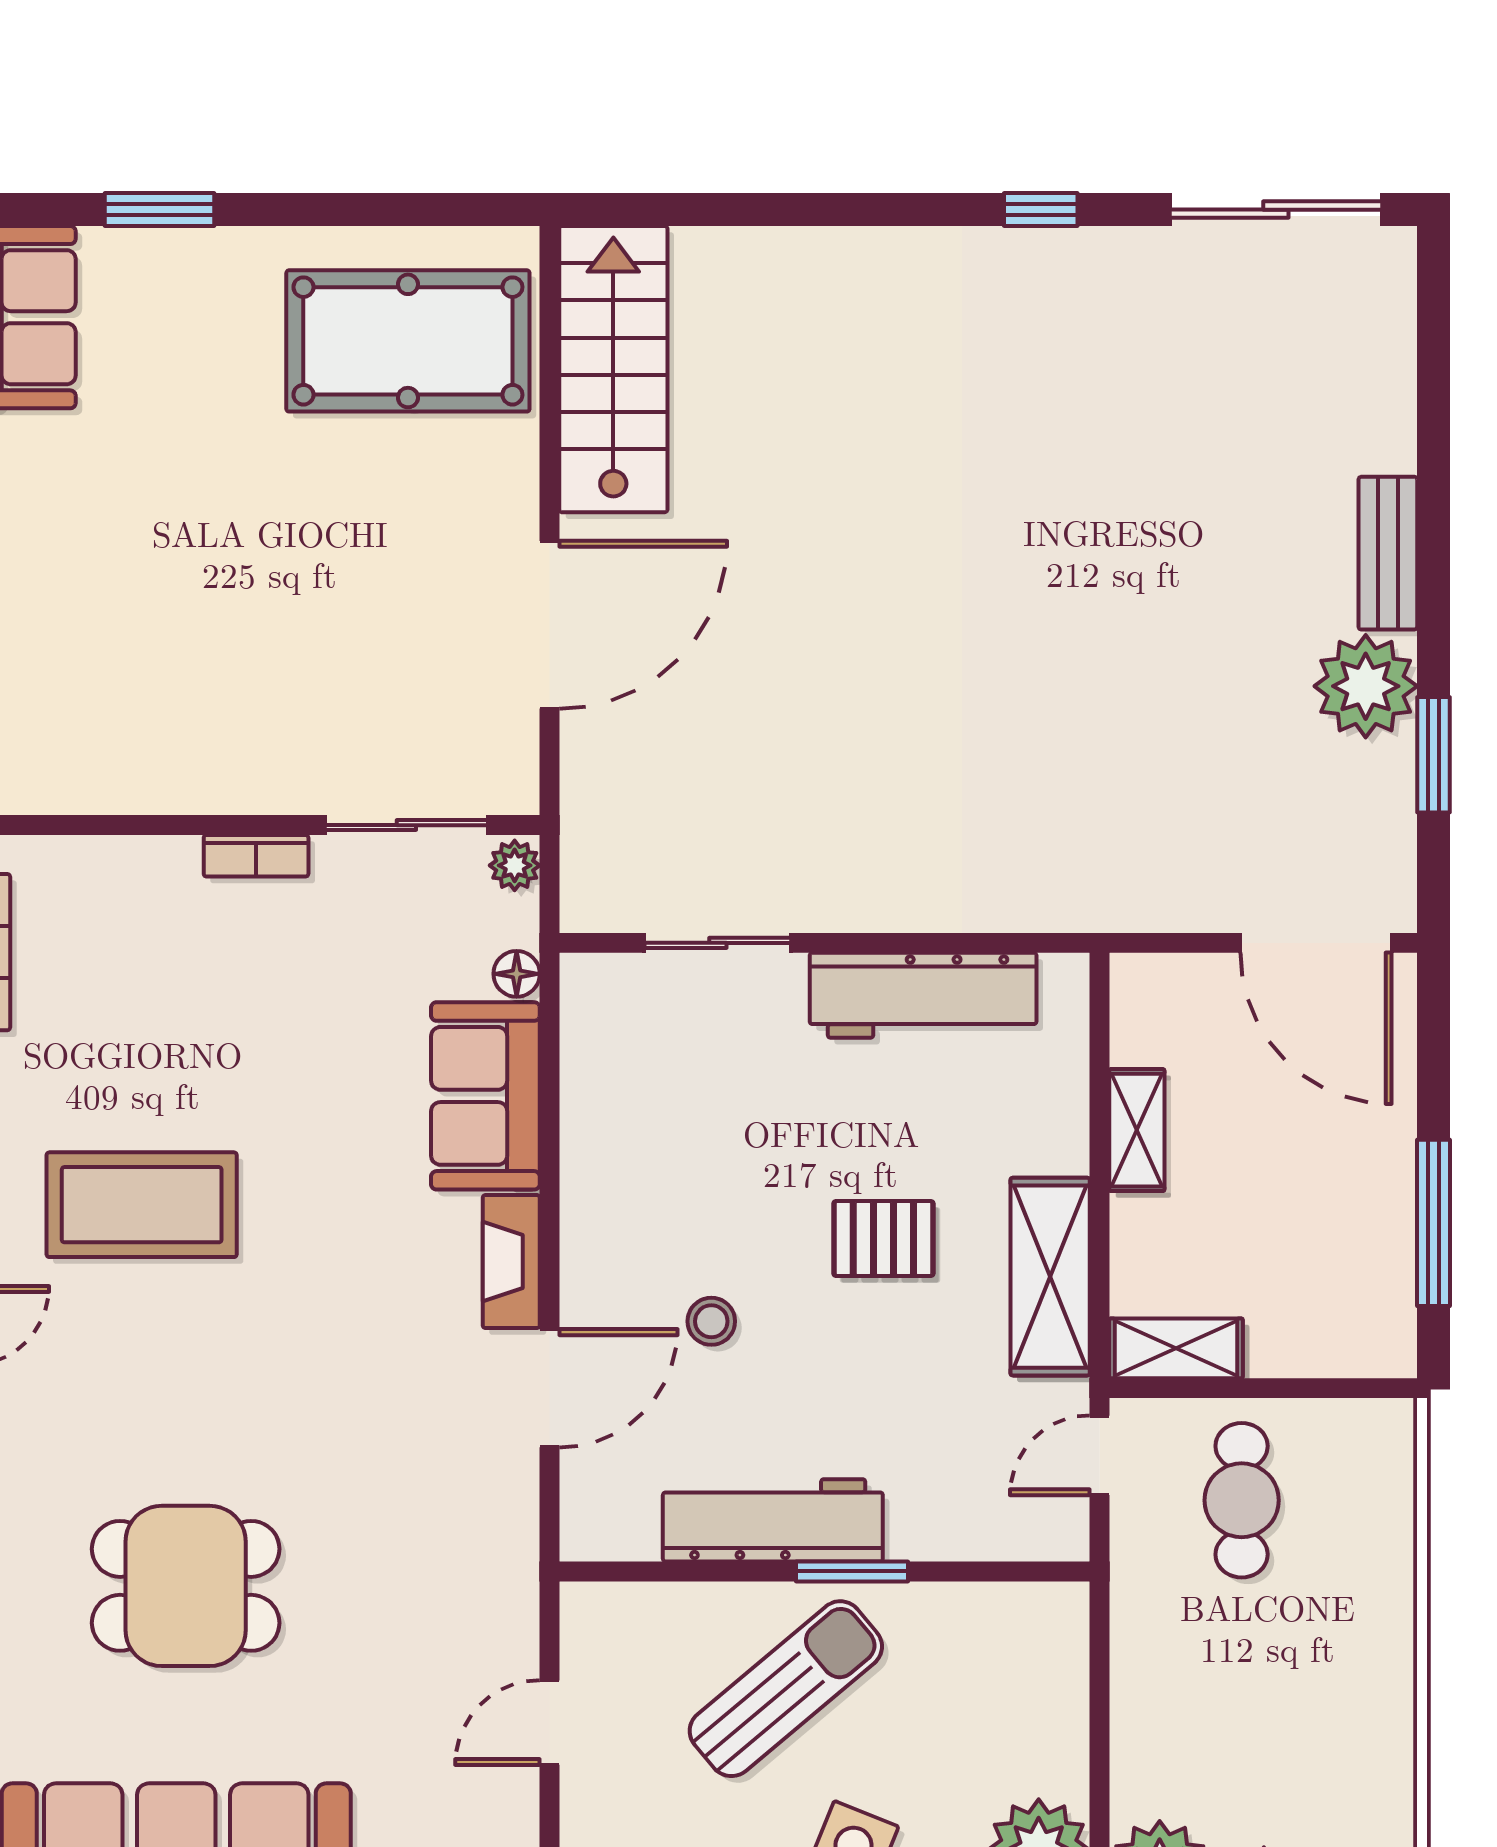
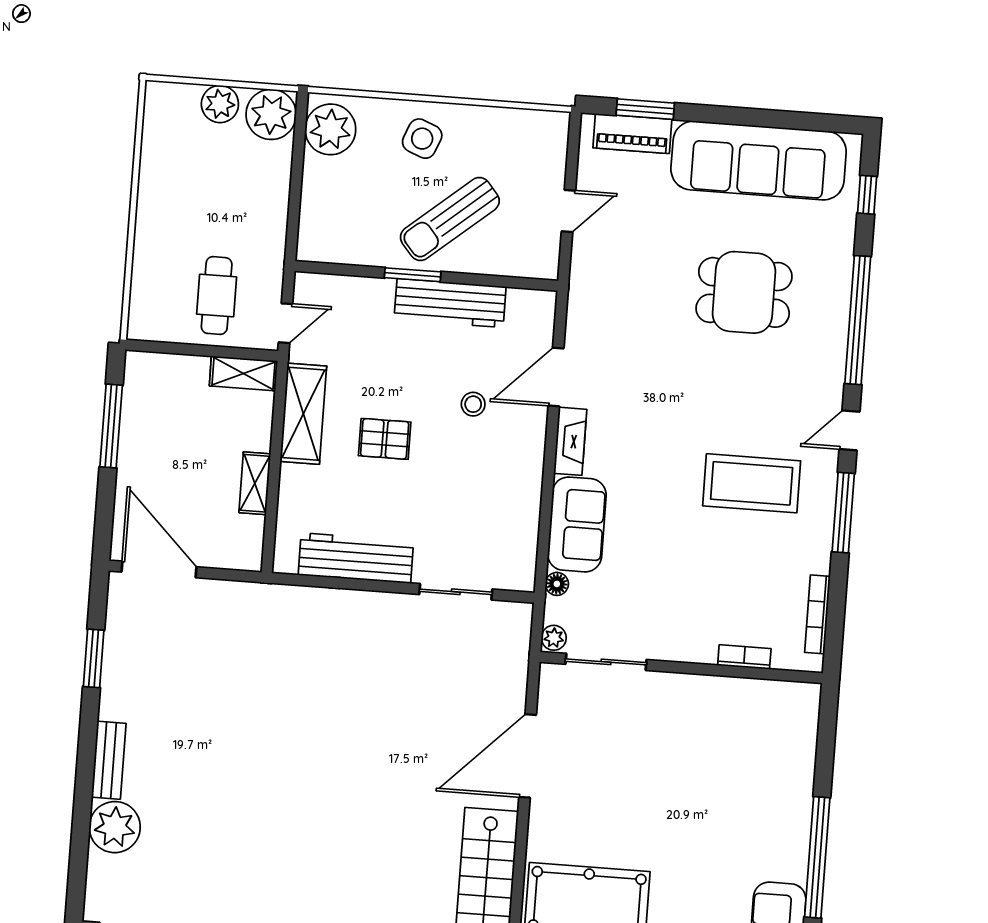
plant: (1366, 686) -> (115, 827), moved
bookcase: (256, 856) -> (744, 657), moved

